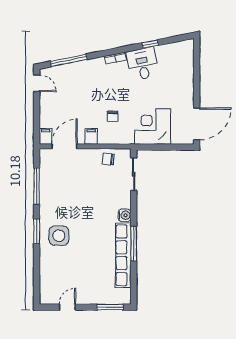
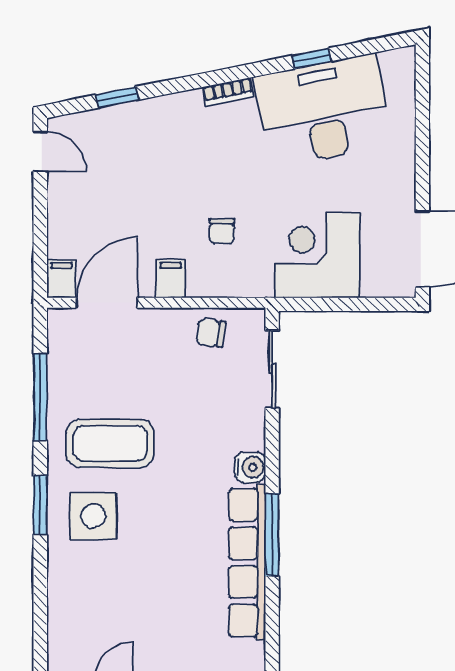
window: (69, 60) -> (117, 97), width x0.46
desk: (142, 64) -> (324, 110), width x1.87, depth x1.30
coffee table: (66, 205) -> (110, 443), added

